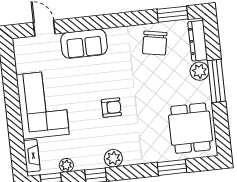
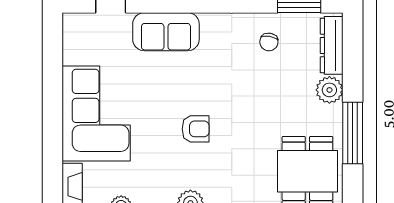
chair: (155, 43) -> (269, 42), width x0.54, depth x0.54
window: (216, 81) -> (353, 133), moved

